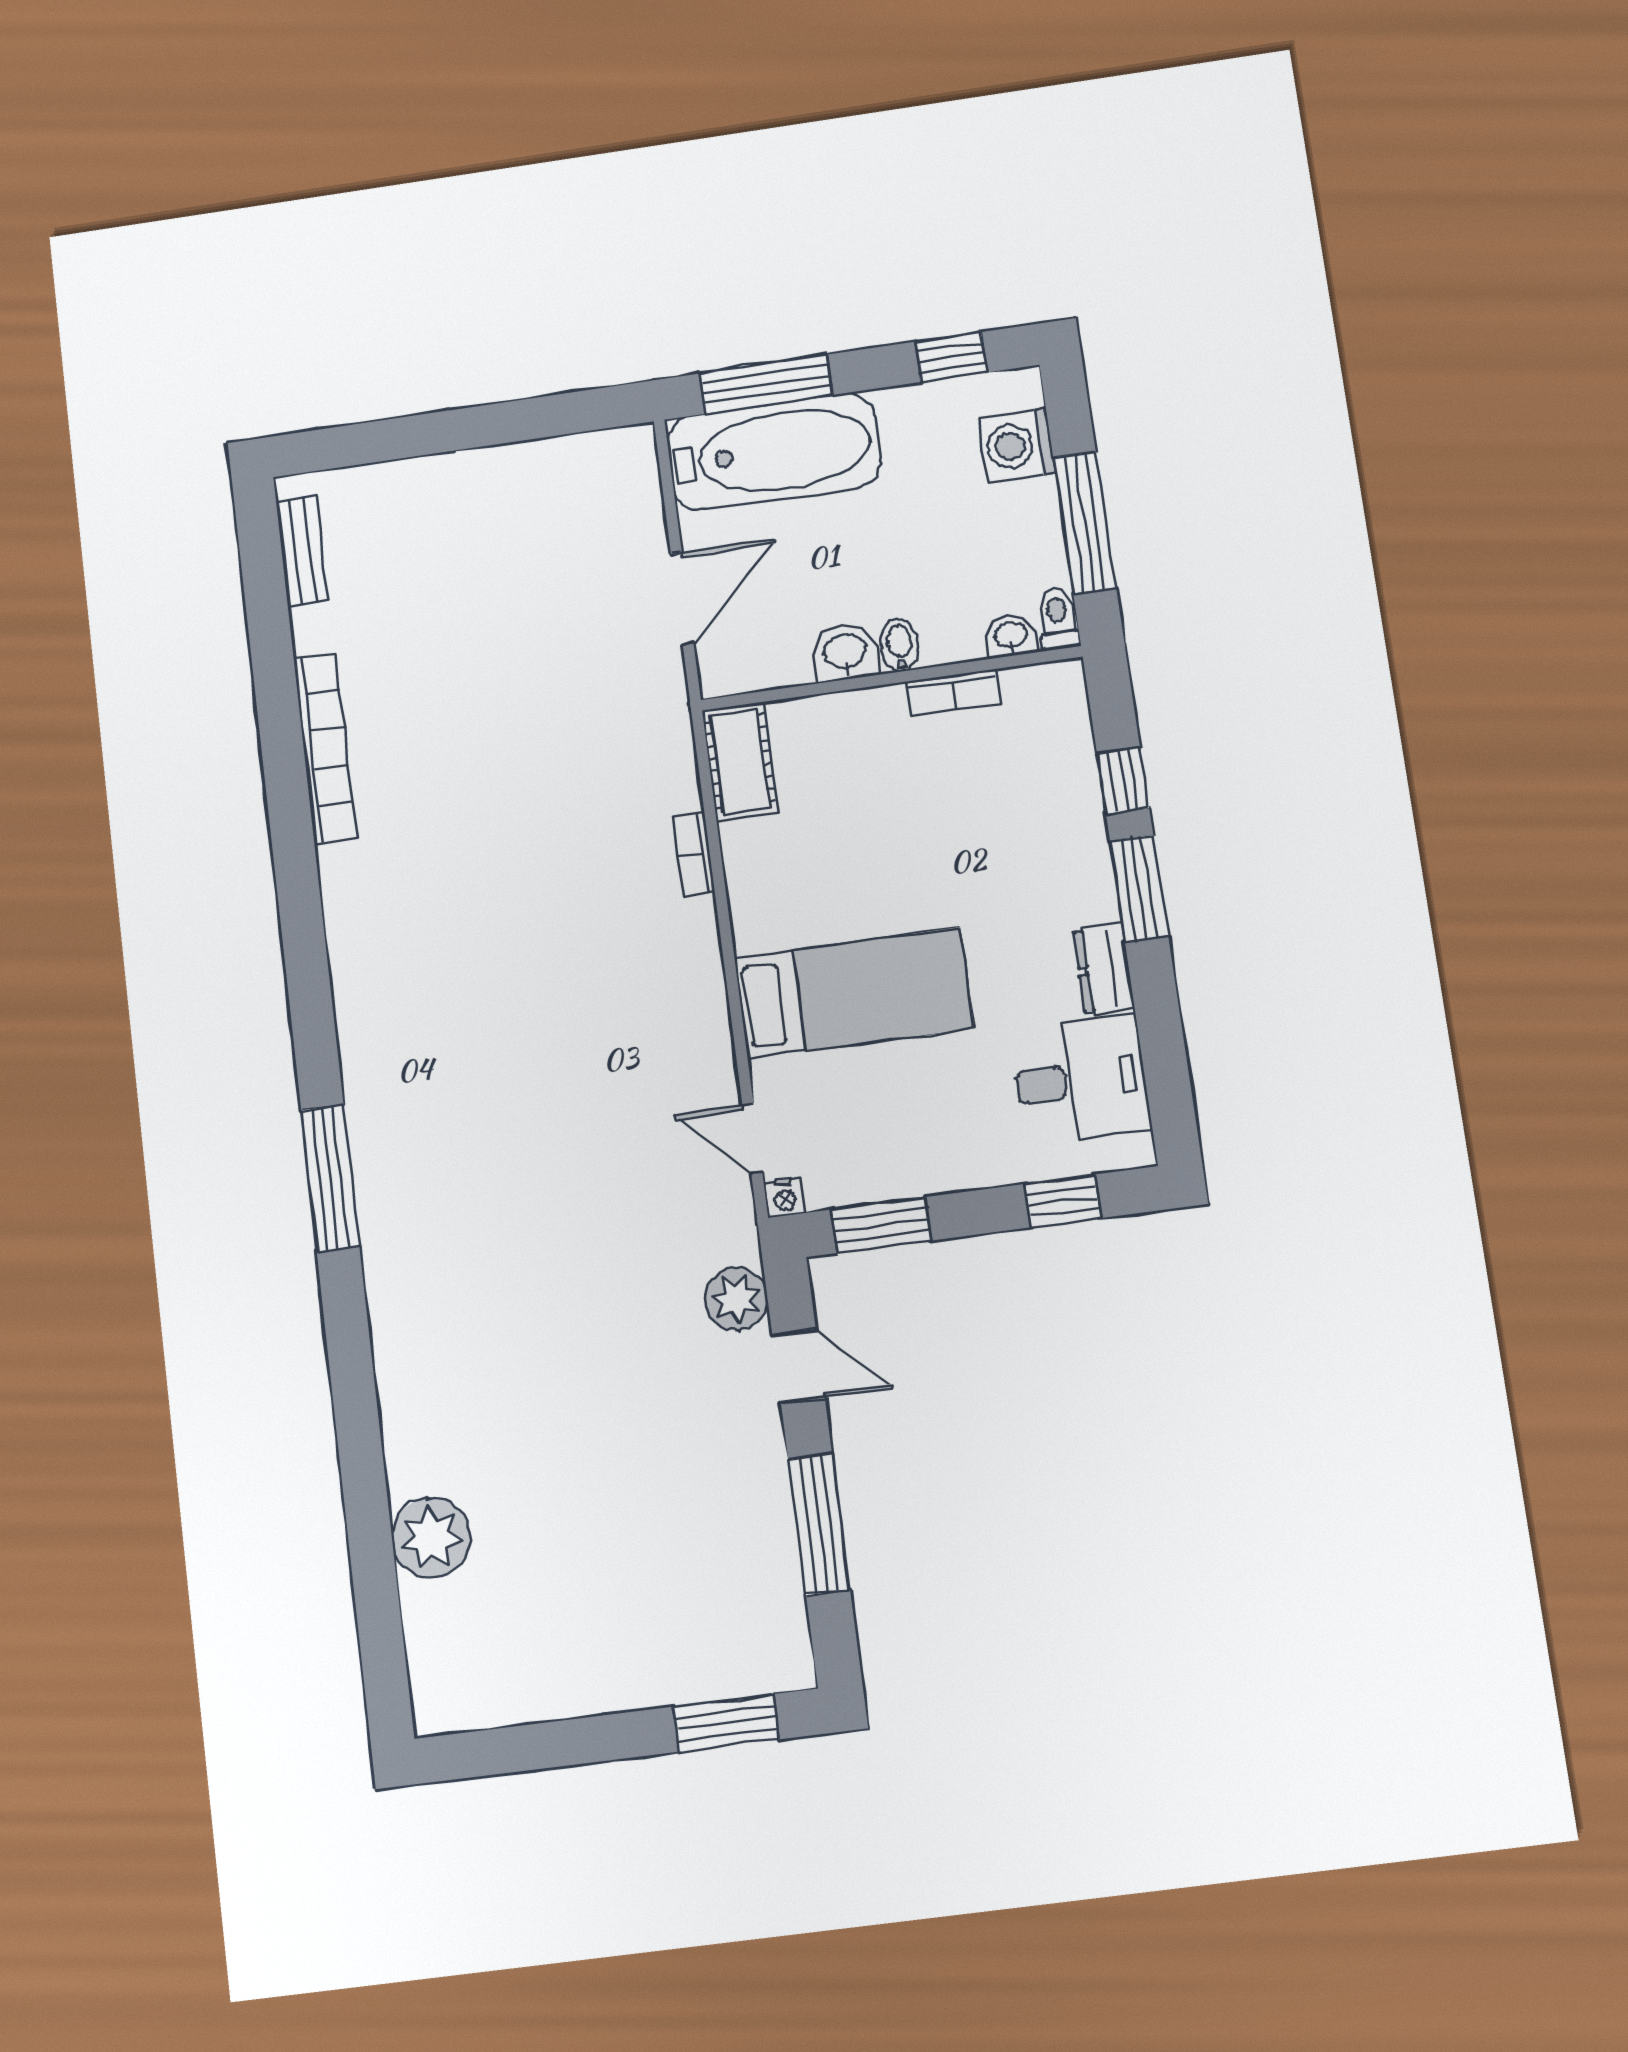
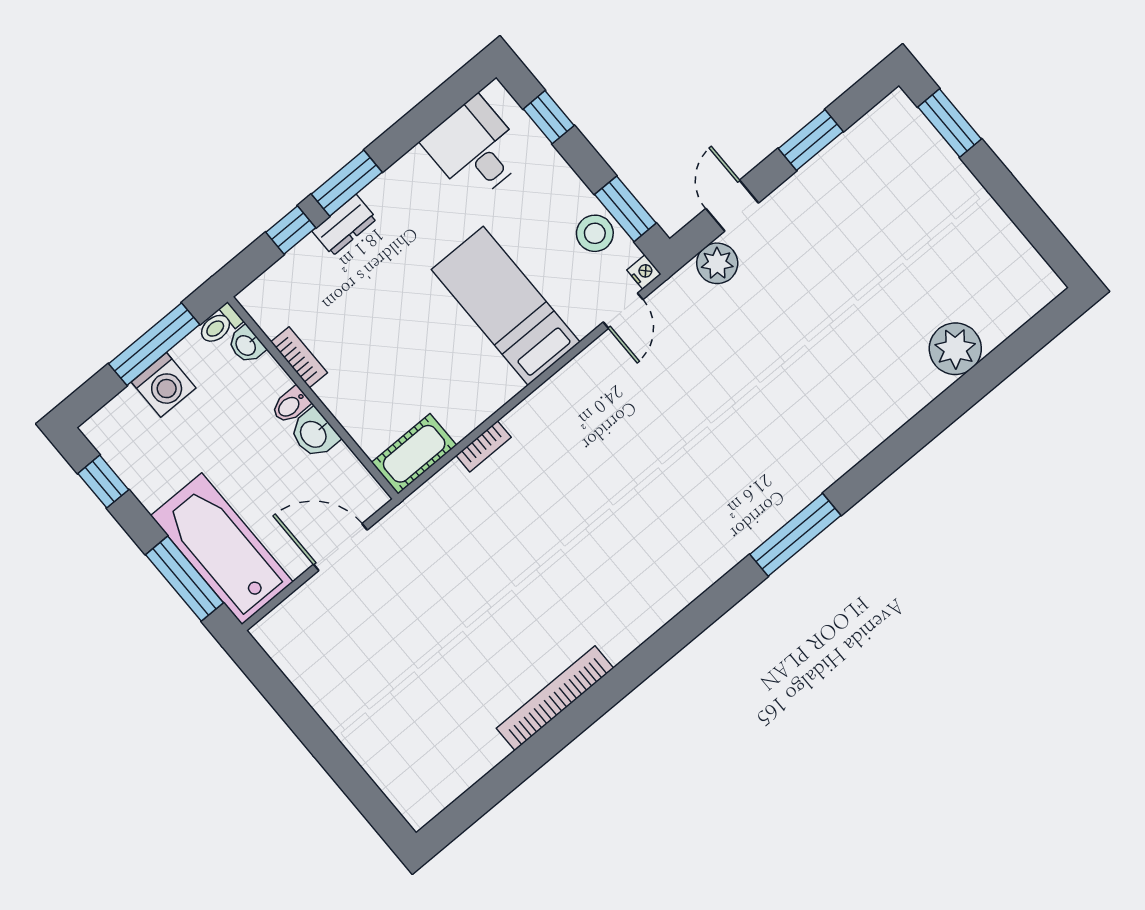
washing machine: (1017, 445) -> (164, 385), moved
bench: (302, 551) -> (449, 787), removed
dresser: (1104, 969) -> (344, 225), moved
stool: (875, 1166) -> (595, 233), added
window: (819, 1524) -> (811, 140), width x0.69

